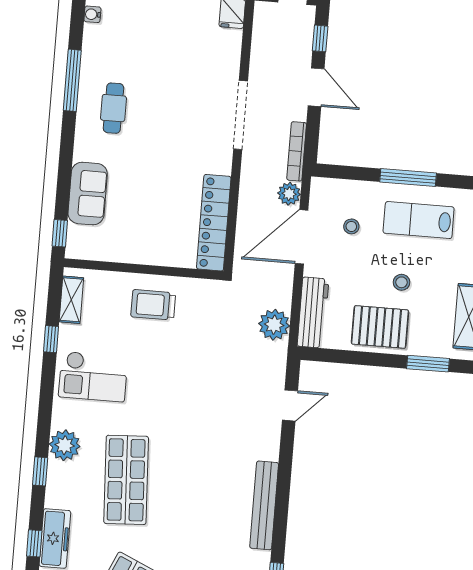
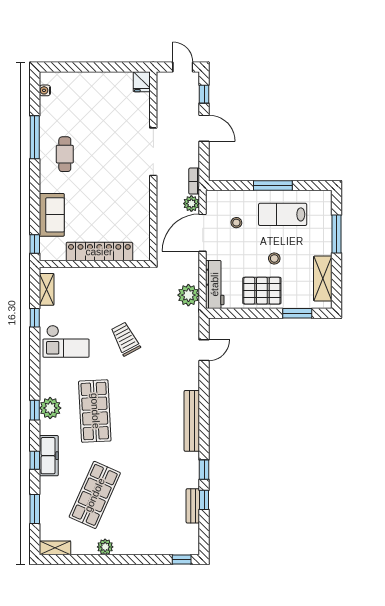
bookcase: (297, 151) -> (194, 181), width x0.64
locker: (214, 223) -> (99, 252), moved, turned 90
trolley: (153, 305) -> (125, 339), moved, turned 62
plant: (65, 445) -> (50, 408), moved

